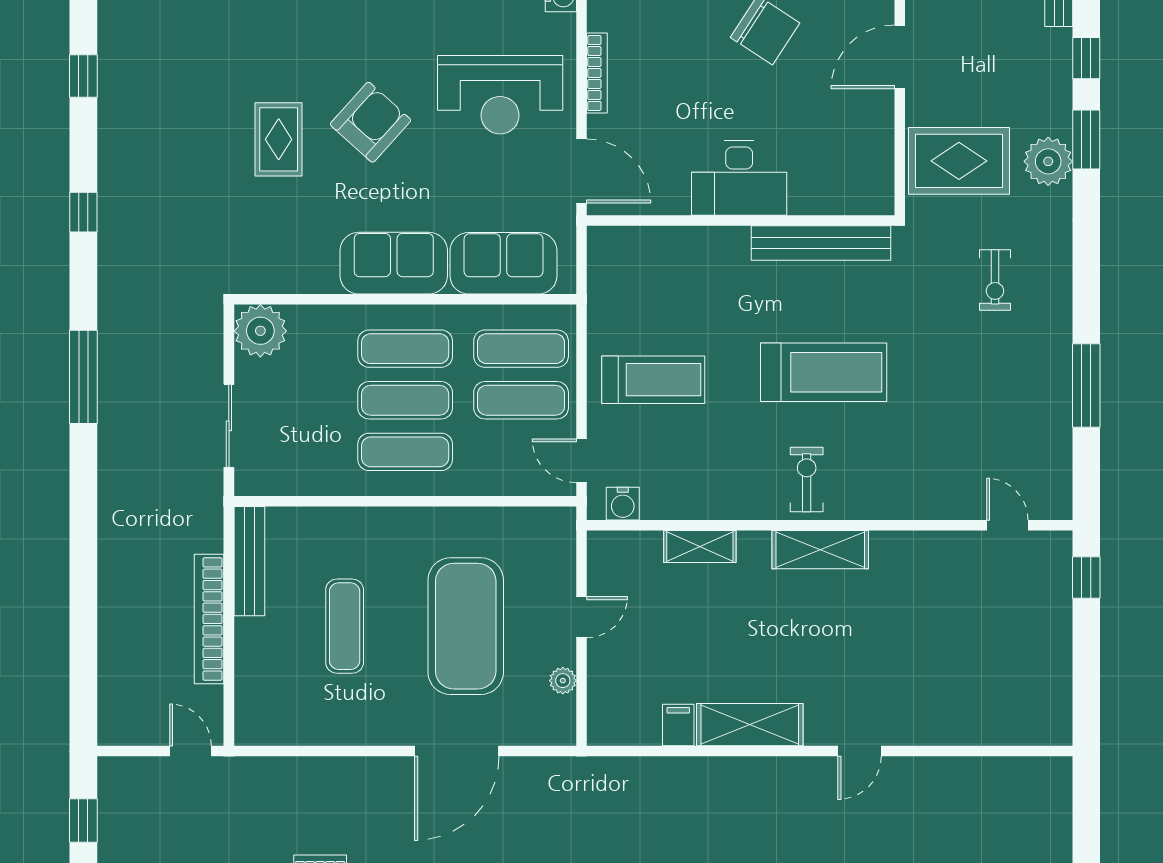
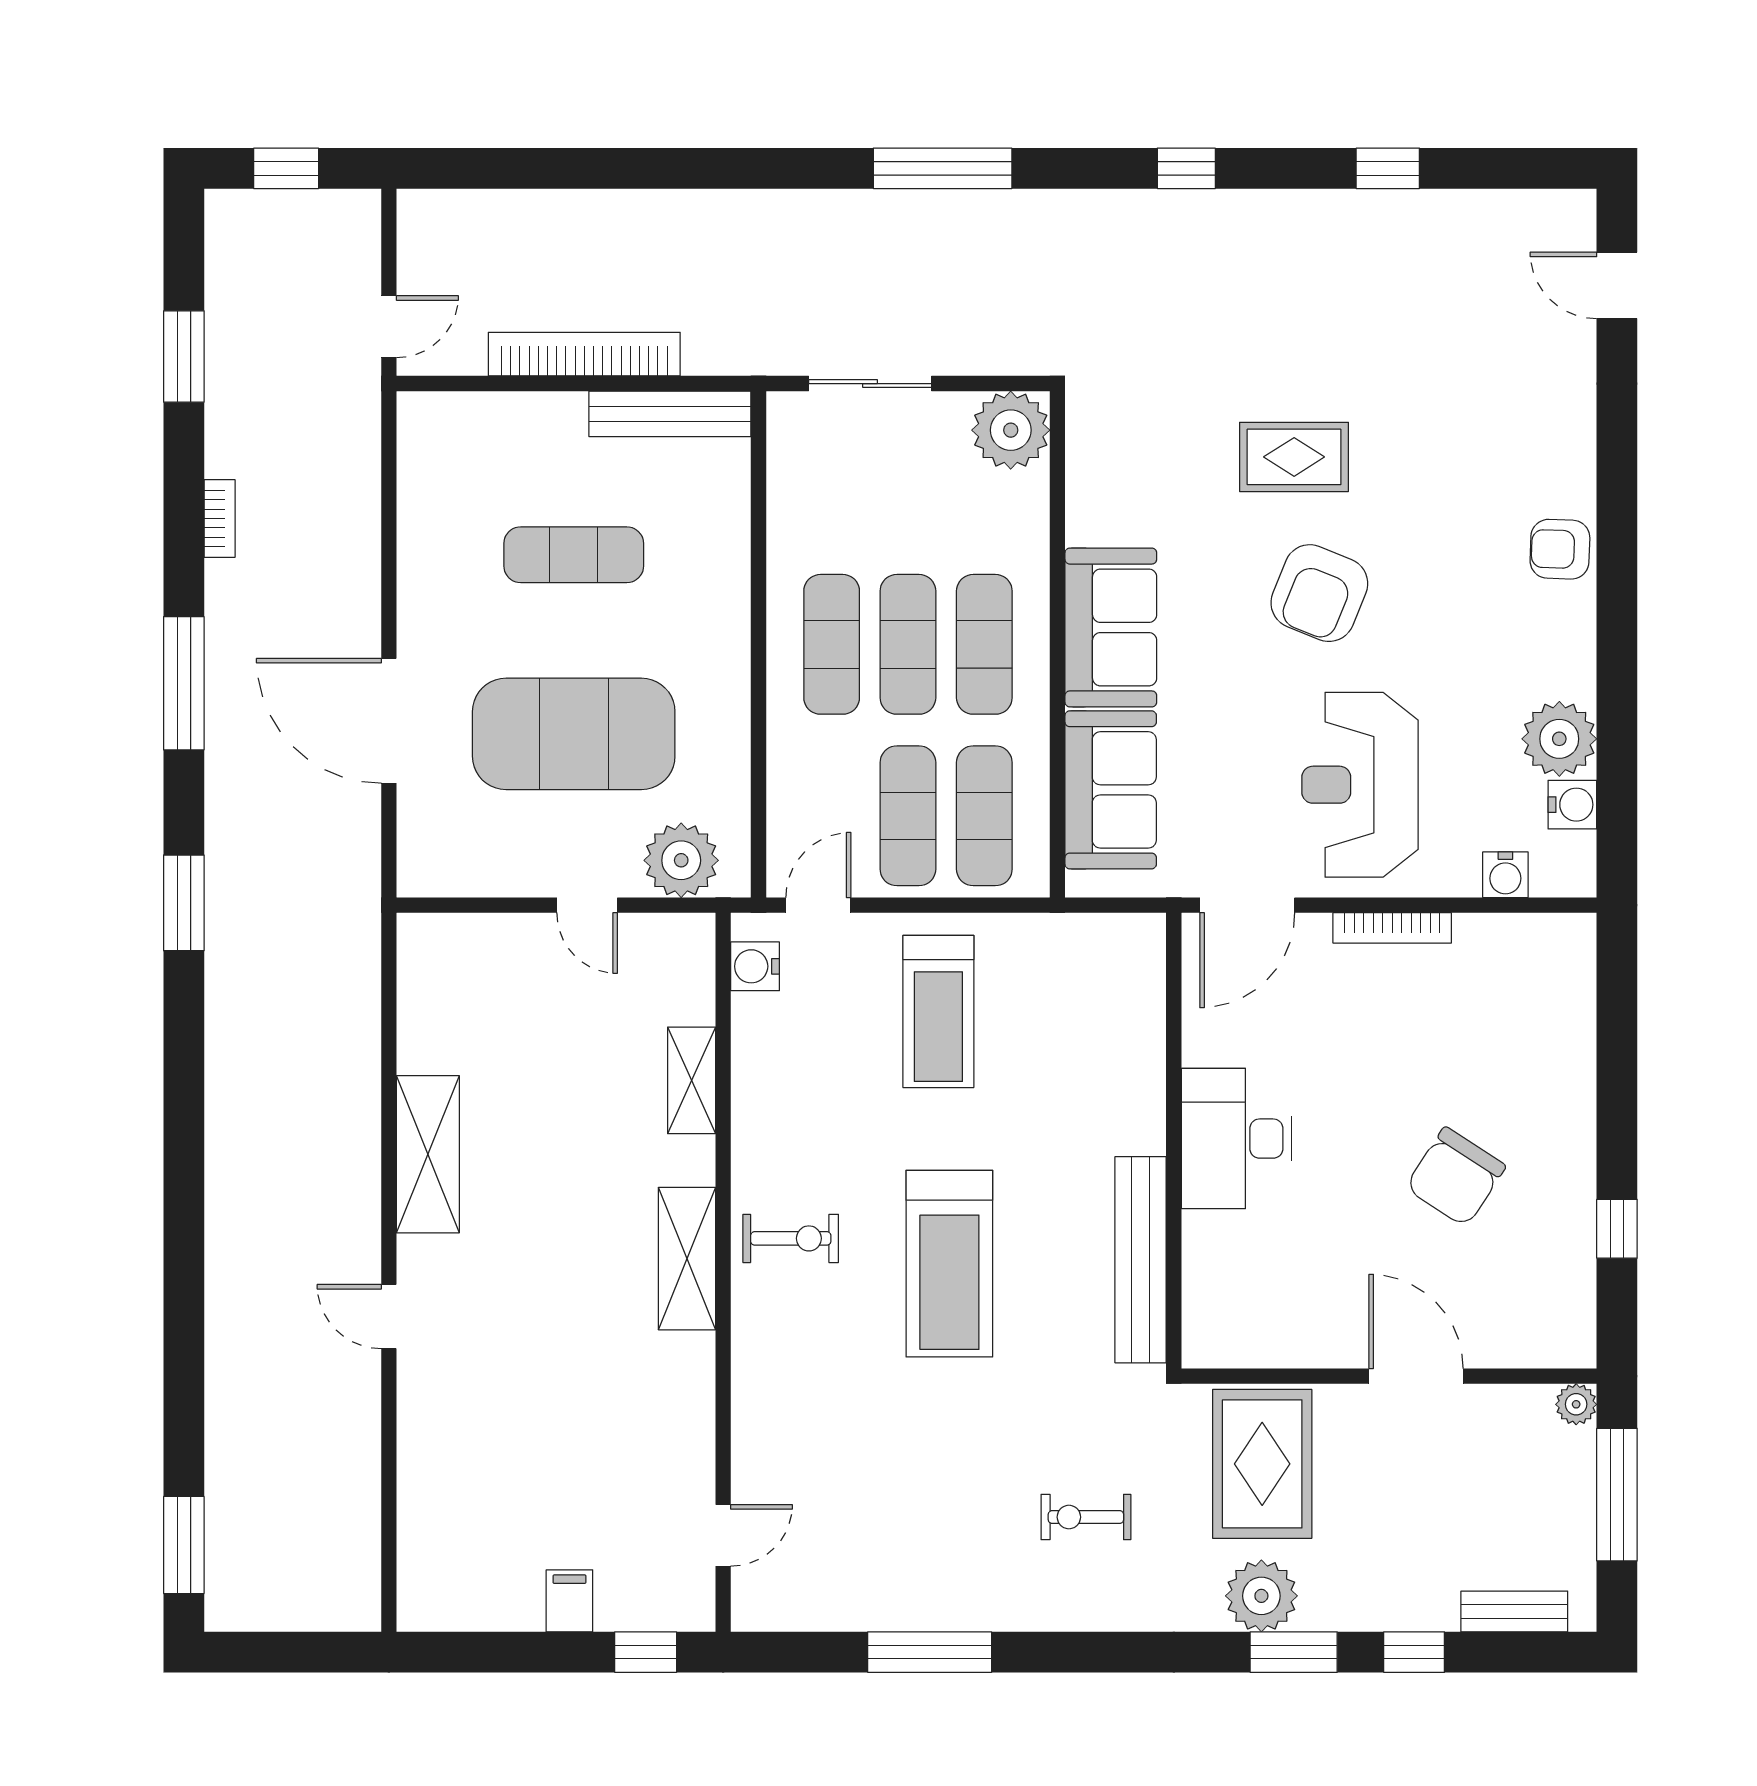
armchair: (371, 122) -> (1319, 593), turned 70
plant: (563, 681) -> (681, 860), moved, width x1.88, depth x1.88
filing cabinet: (678, 725) -> (569, 1601), moved, turned -90

